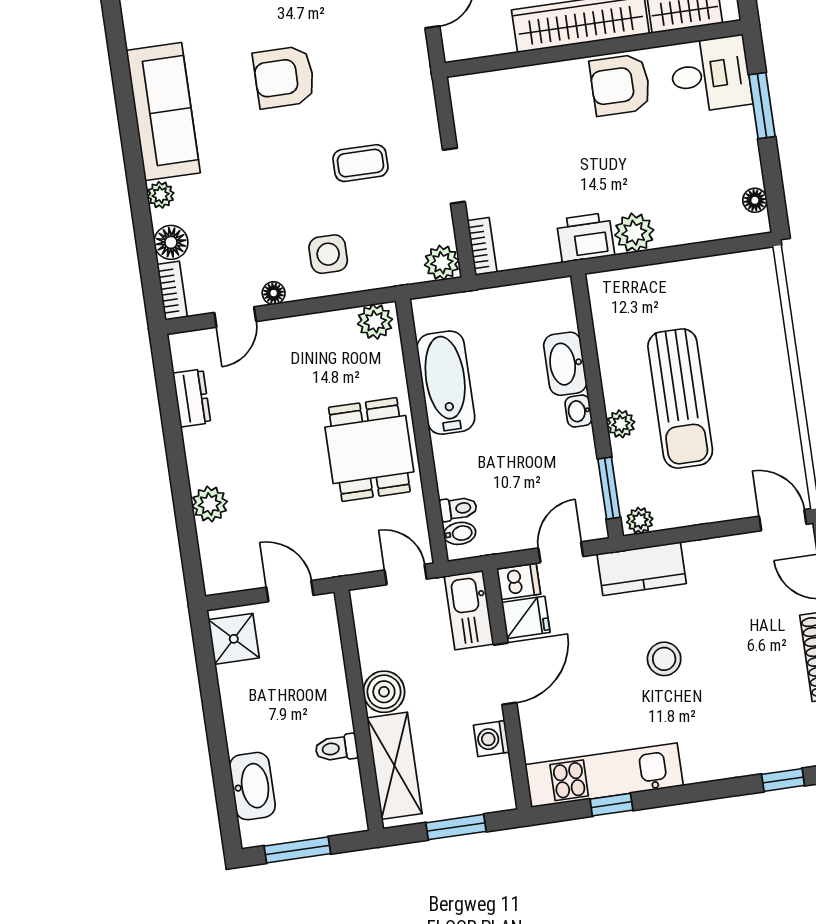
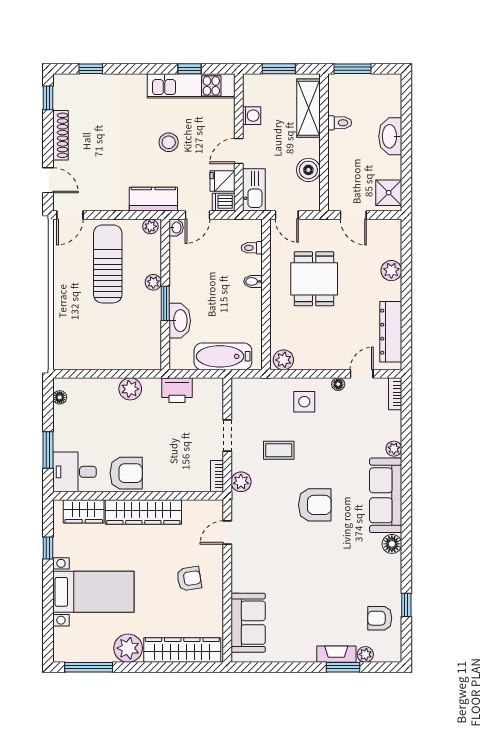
printer: (585, 237) -> (177, 390), moved
floor lamp: (171, 242) -> (392, 544), moved
bookcase: (482, 246) -> (217, 476), moved
plant: (442, 263) -> (241, 482), moved
bathtub: (446, 383) -> (223, 356), moved, turned 90
dresser: (192, 398) -> (391, 332), width x1.96, depth x1.24
sun lounger: (680, 398) -> (108, 264), moved
washbasin: (578, 411) -> (176, 228), moved
dining table: (369, 450) -> (314, 279), moved
window: (609, 488) -> (165, 303), moved
door: (783, 520) -> (70, 215), hinge flipped
bidet: (460, 533) -> (253, 281), moved
stool: (664, 659) -> (169, 142), moved
door: (505, 674) -> (239, 151), width x0.73
boiler: (384, 692) -> (308, 170), moved
washbasin: (252, 786) -> (390, 136), moved
window: (297, 850) -> (352, 69), moved

